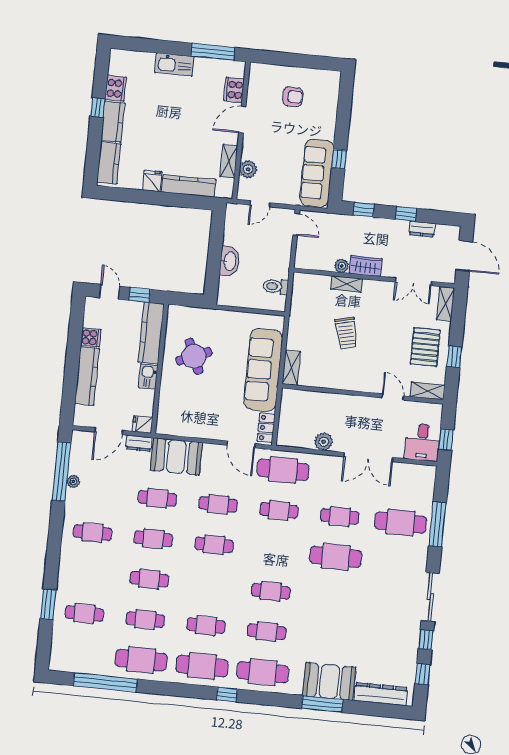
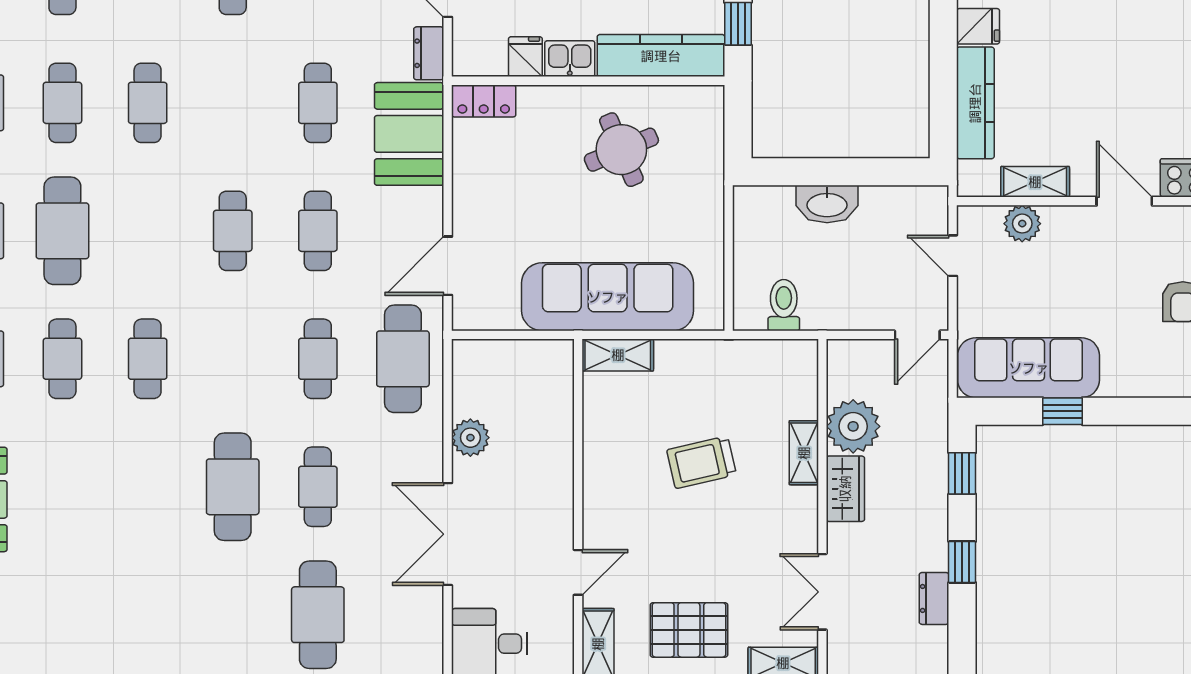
plant: (342, 266) -> (853, 426), width x1.87, depth x1.87
fridge: (143, 424) -> (525, 57), moved
locker: (266, 428) -> (484, 101), moved, turned 180
cafe table: (153, 539) -> (233, 103), removed
cafe table: (206, 626) -> (62, 231), width x1.37, depth x1.35

